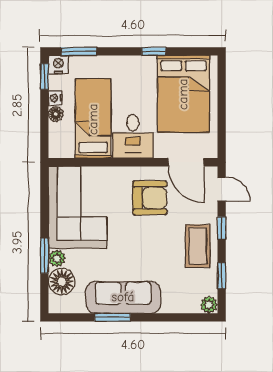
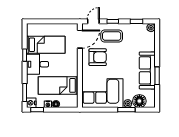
bed: (183, 94) -> (46, 45), width x0.67
desk: (133, 136) -> (38, 64), moved, turned 180
armchair: (150, 198) -> (98, 57), turned 90
coffee table: (198, 246) -> (112, 36), moved

